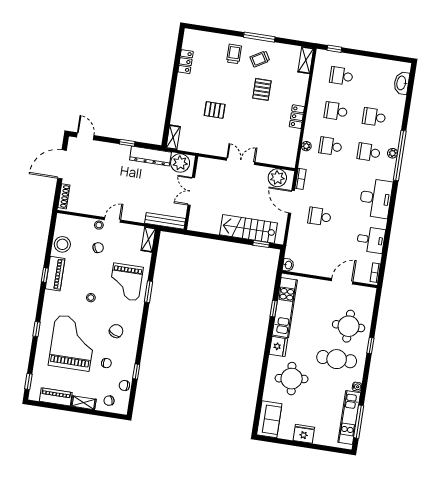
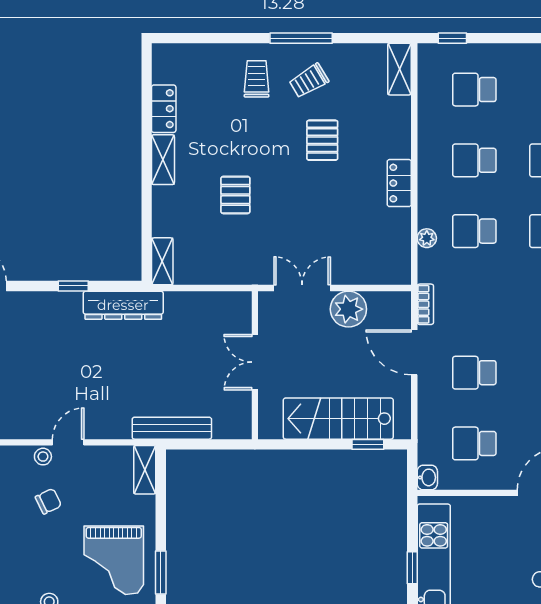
shelving: (181, 87) -> (163, 160), added
pallet: (215, 110) -> (235, 195), turned 90
plant: (180, 163) -> (184, 310), removed
plant: (277, 178) -> (348, 309), moved
double door: (191, 191) -> (255, 362), moved
wall: (191, 193) -> (255, 365), moved
school desk: (314, 252) -> (474, 443), added

